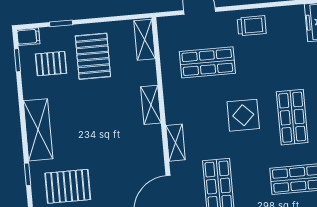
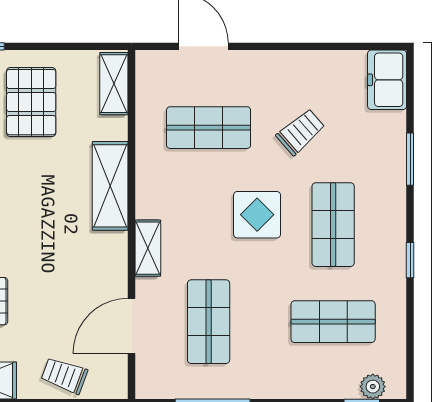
trolley: (252, 26) -> (301, 132), moved, turned -41
shelving: (151, 105) -> (110, 186), width x1.50, depth x1.33

